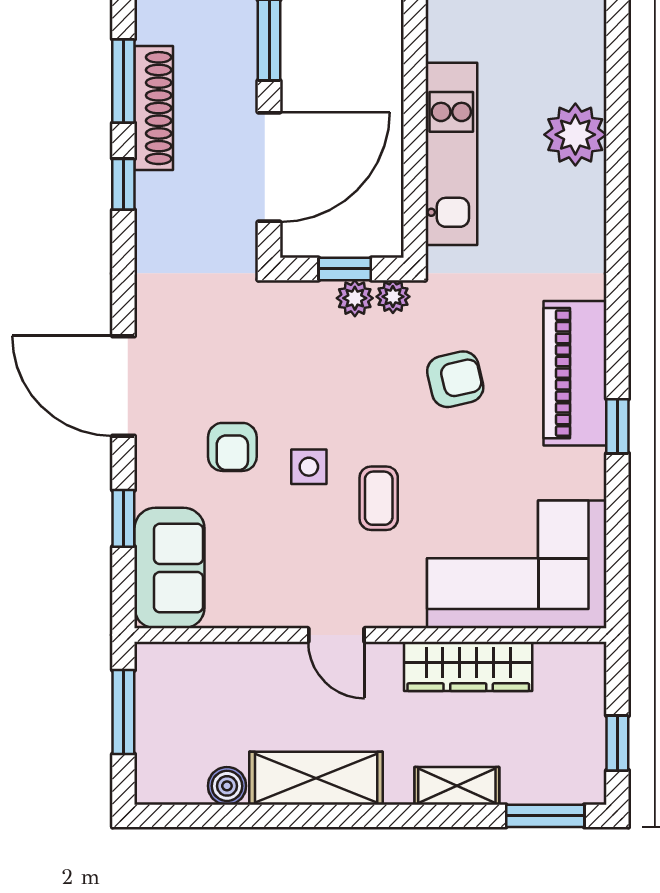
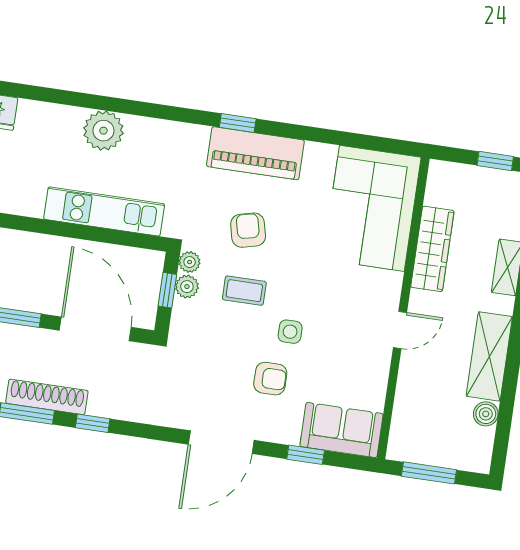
window: (617, 426) -> (238, 123), moved
coffee table: (379, 498) -> (244, 291), moved

